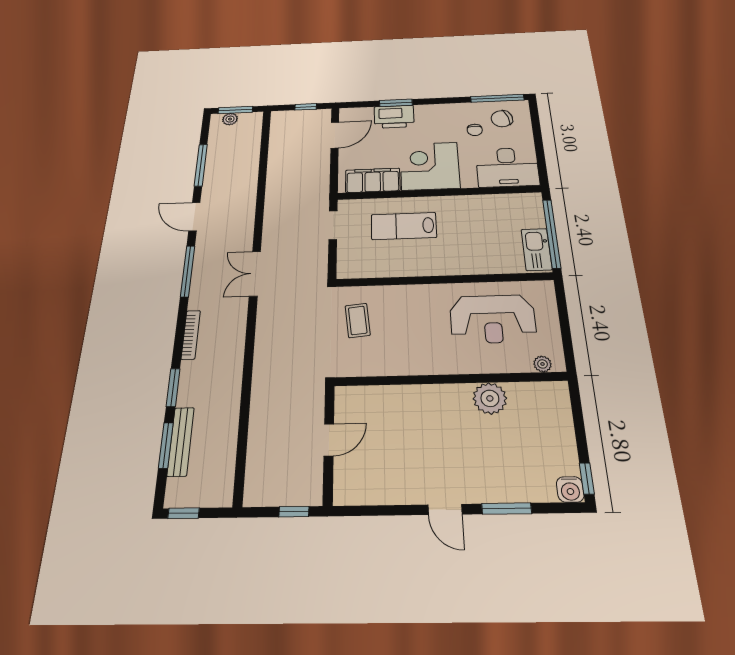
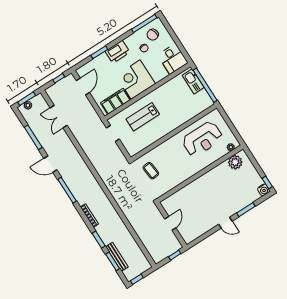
printer: (394, 117) -> (118, 52), moved
desk: (507, 167) -> (173, 59), width x0.73
kitchen sink: (536, 249) -> (193, 81), moved
double door: (255, 274) -> (59, 117), moved
plant: (490, 398) -> (235, 162), moved

